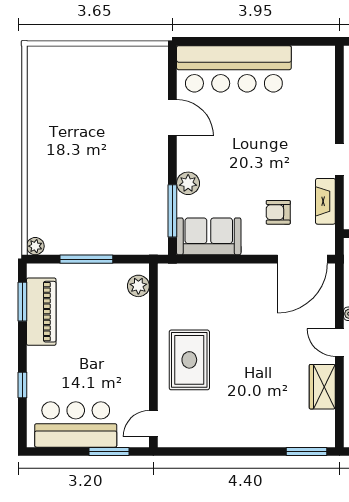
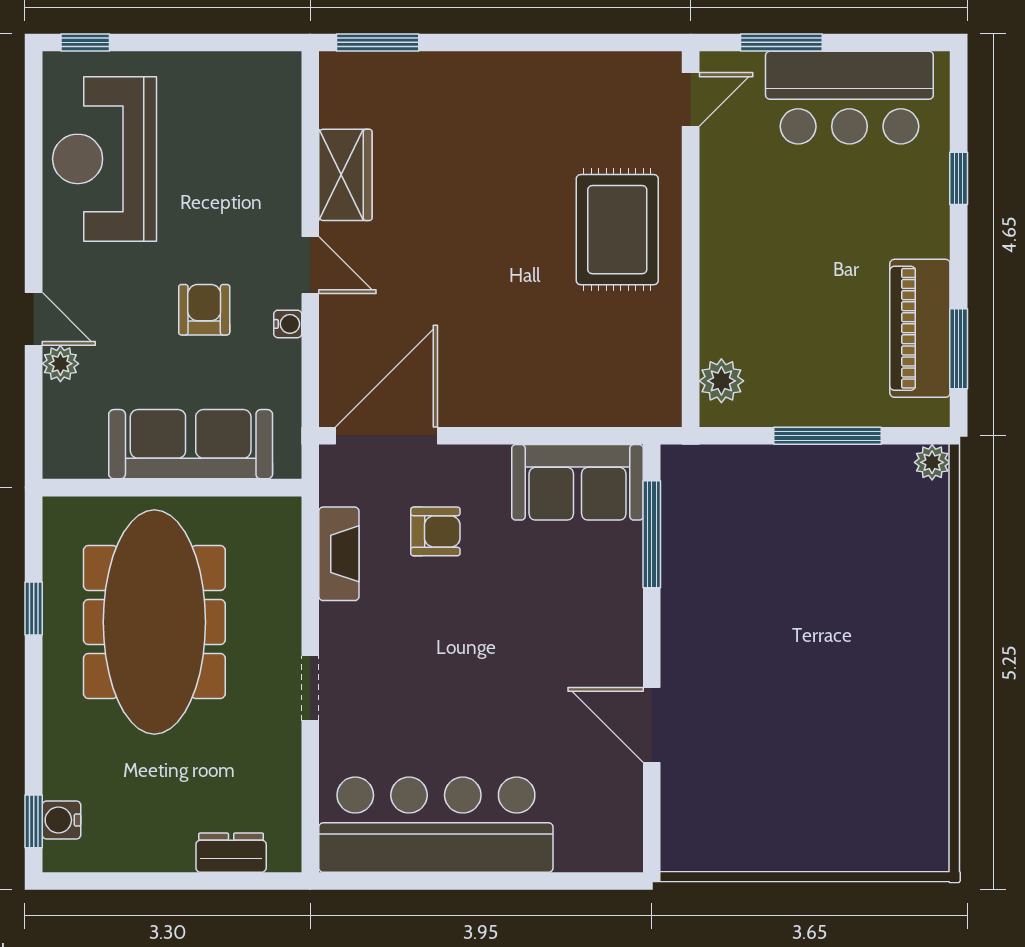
bar counter: (234, 69) -> (436, 825), moved
doorway: (339, 159) -> (310, 688), moved
plant: (188, 183) -> (620, 591), removed

